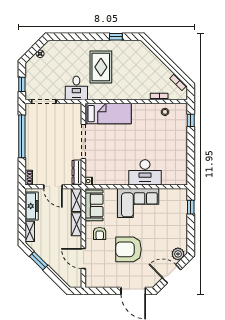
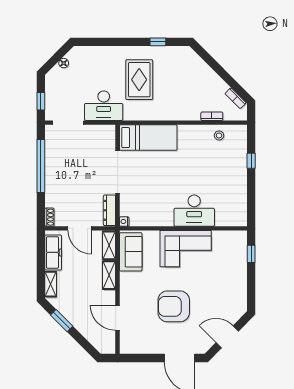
desk: (76, 88) -> (104, 106), width x1.37
window: (191, 120) -> (251, 161), moved
armchair: (100, 234) -> (138, 287), removed
plant: (178, 254) -> (235, 312), removed

